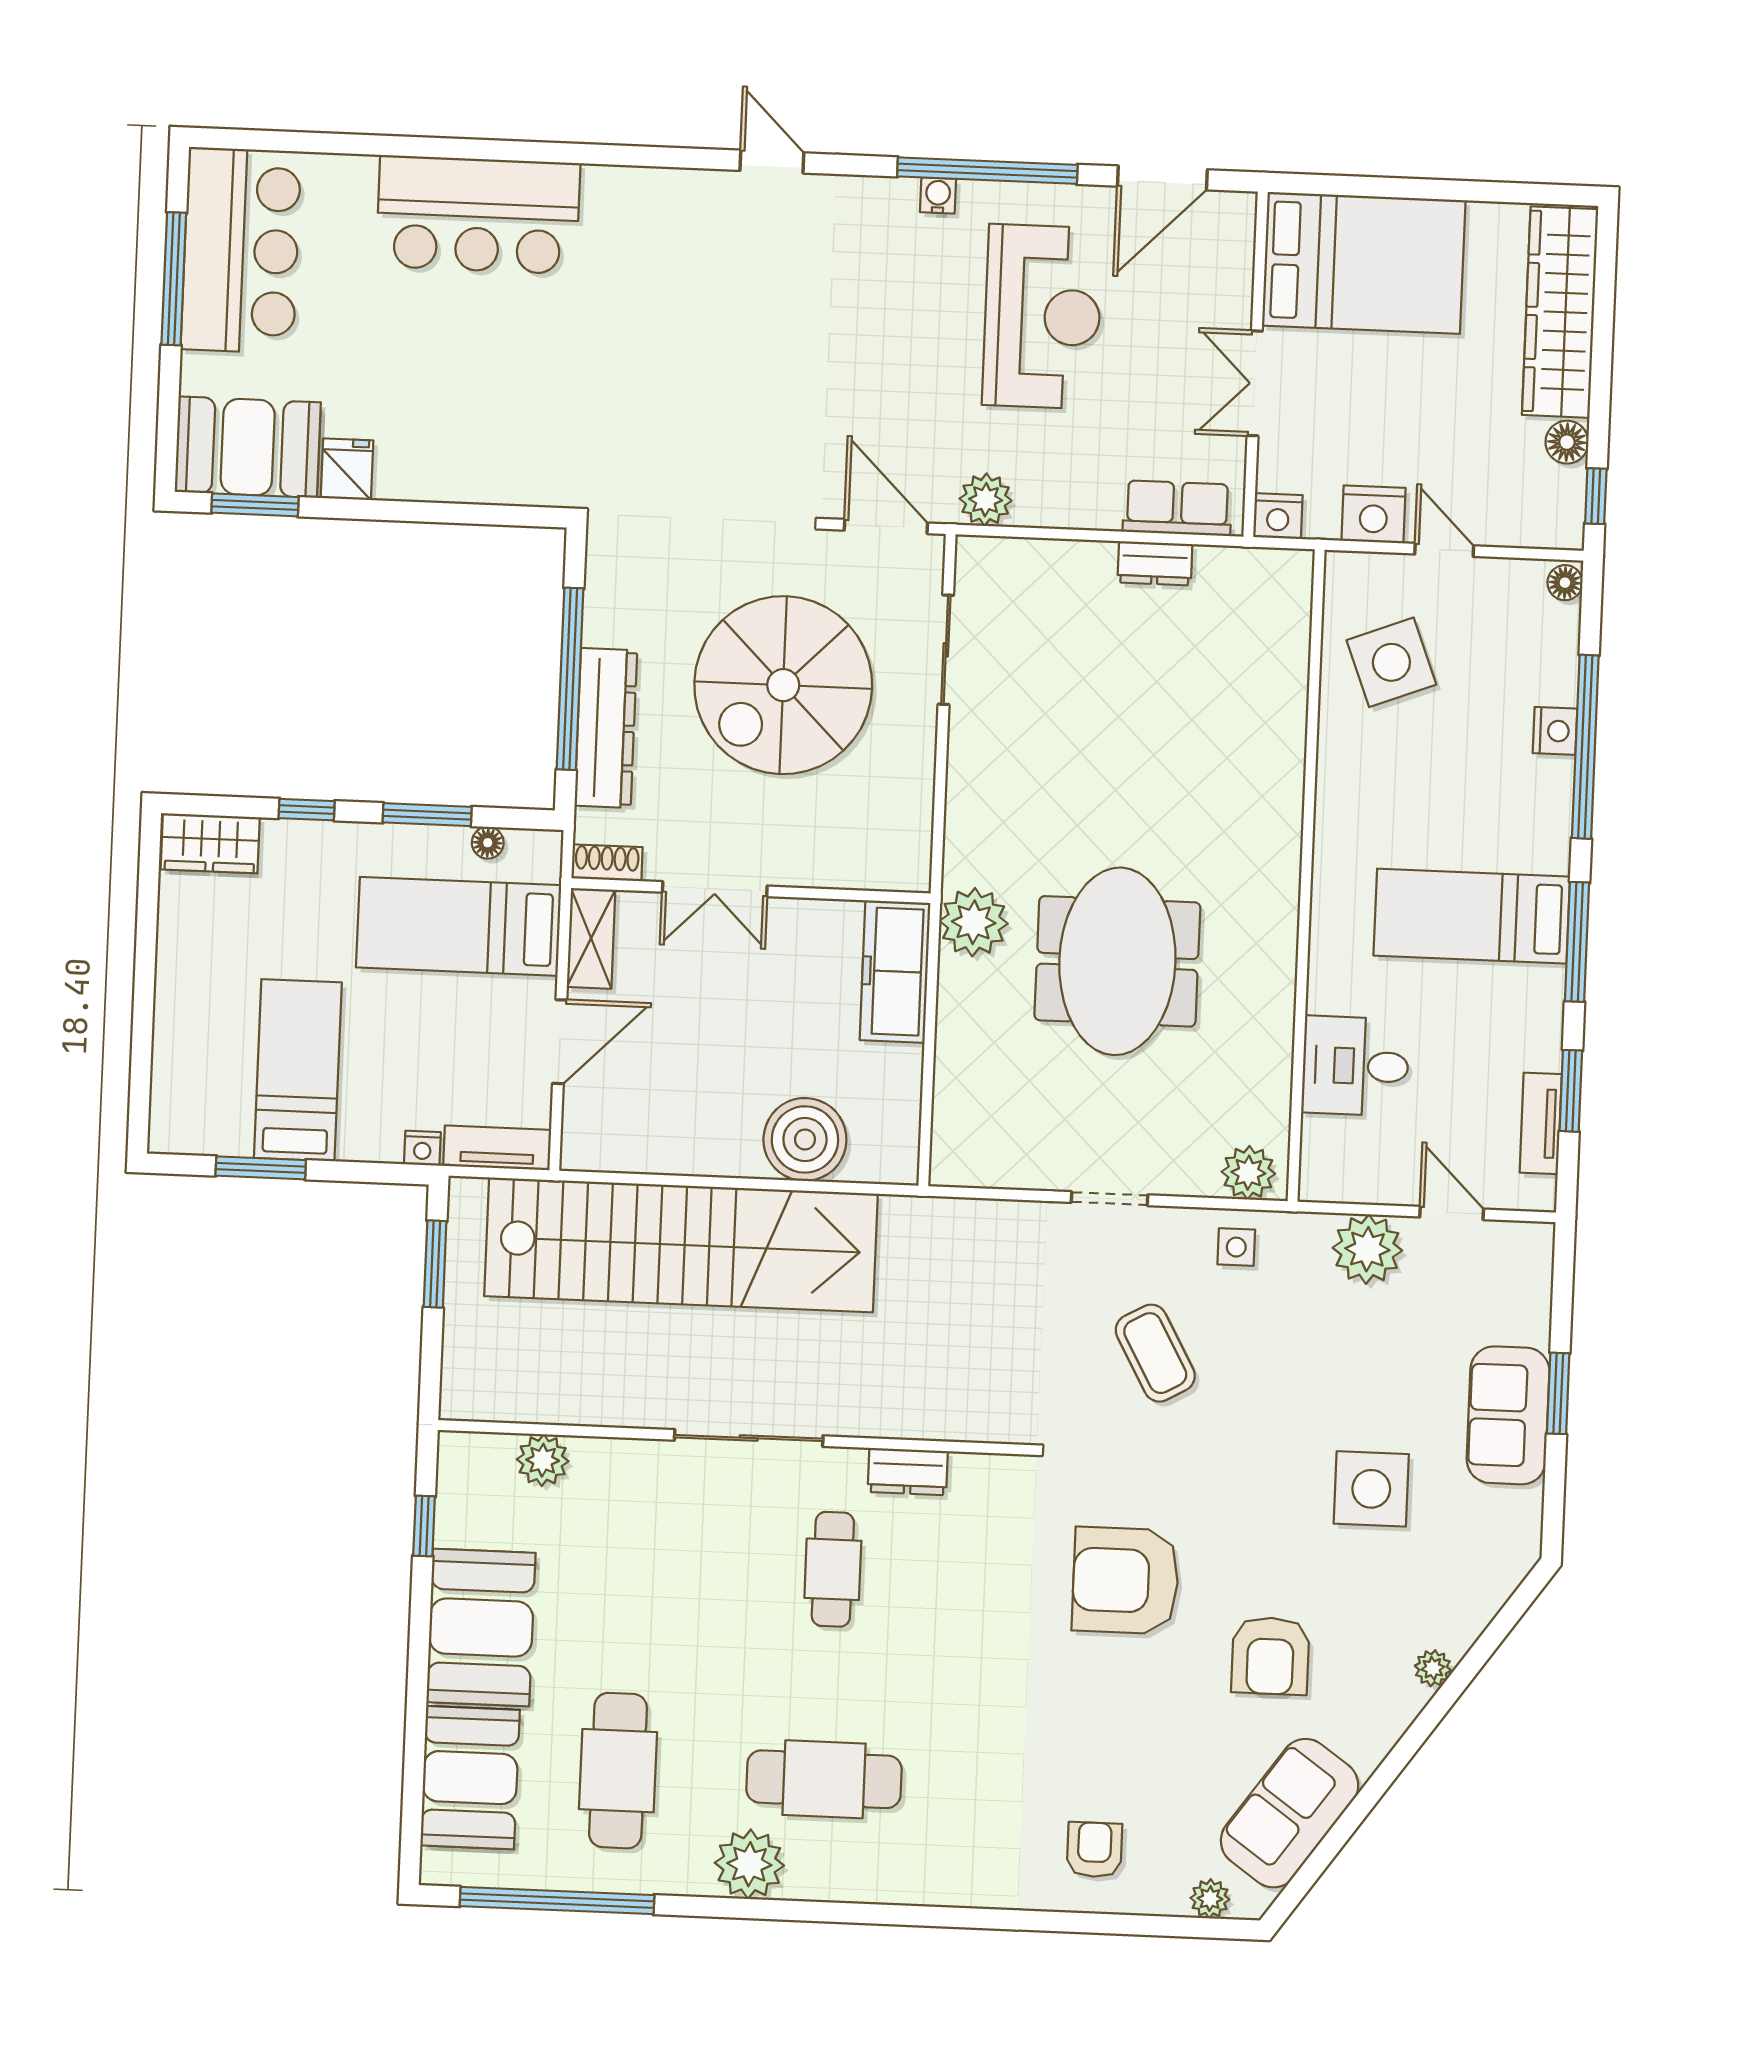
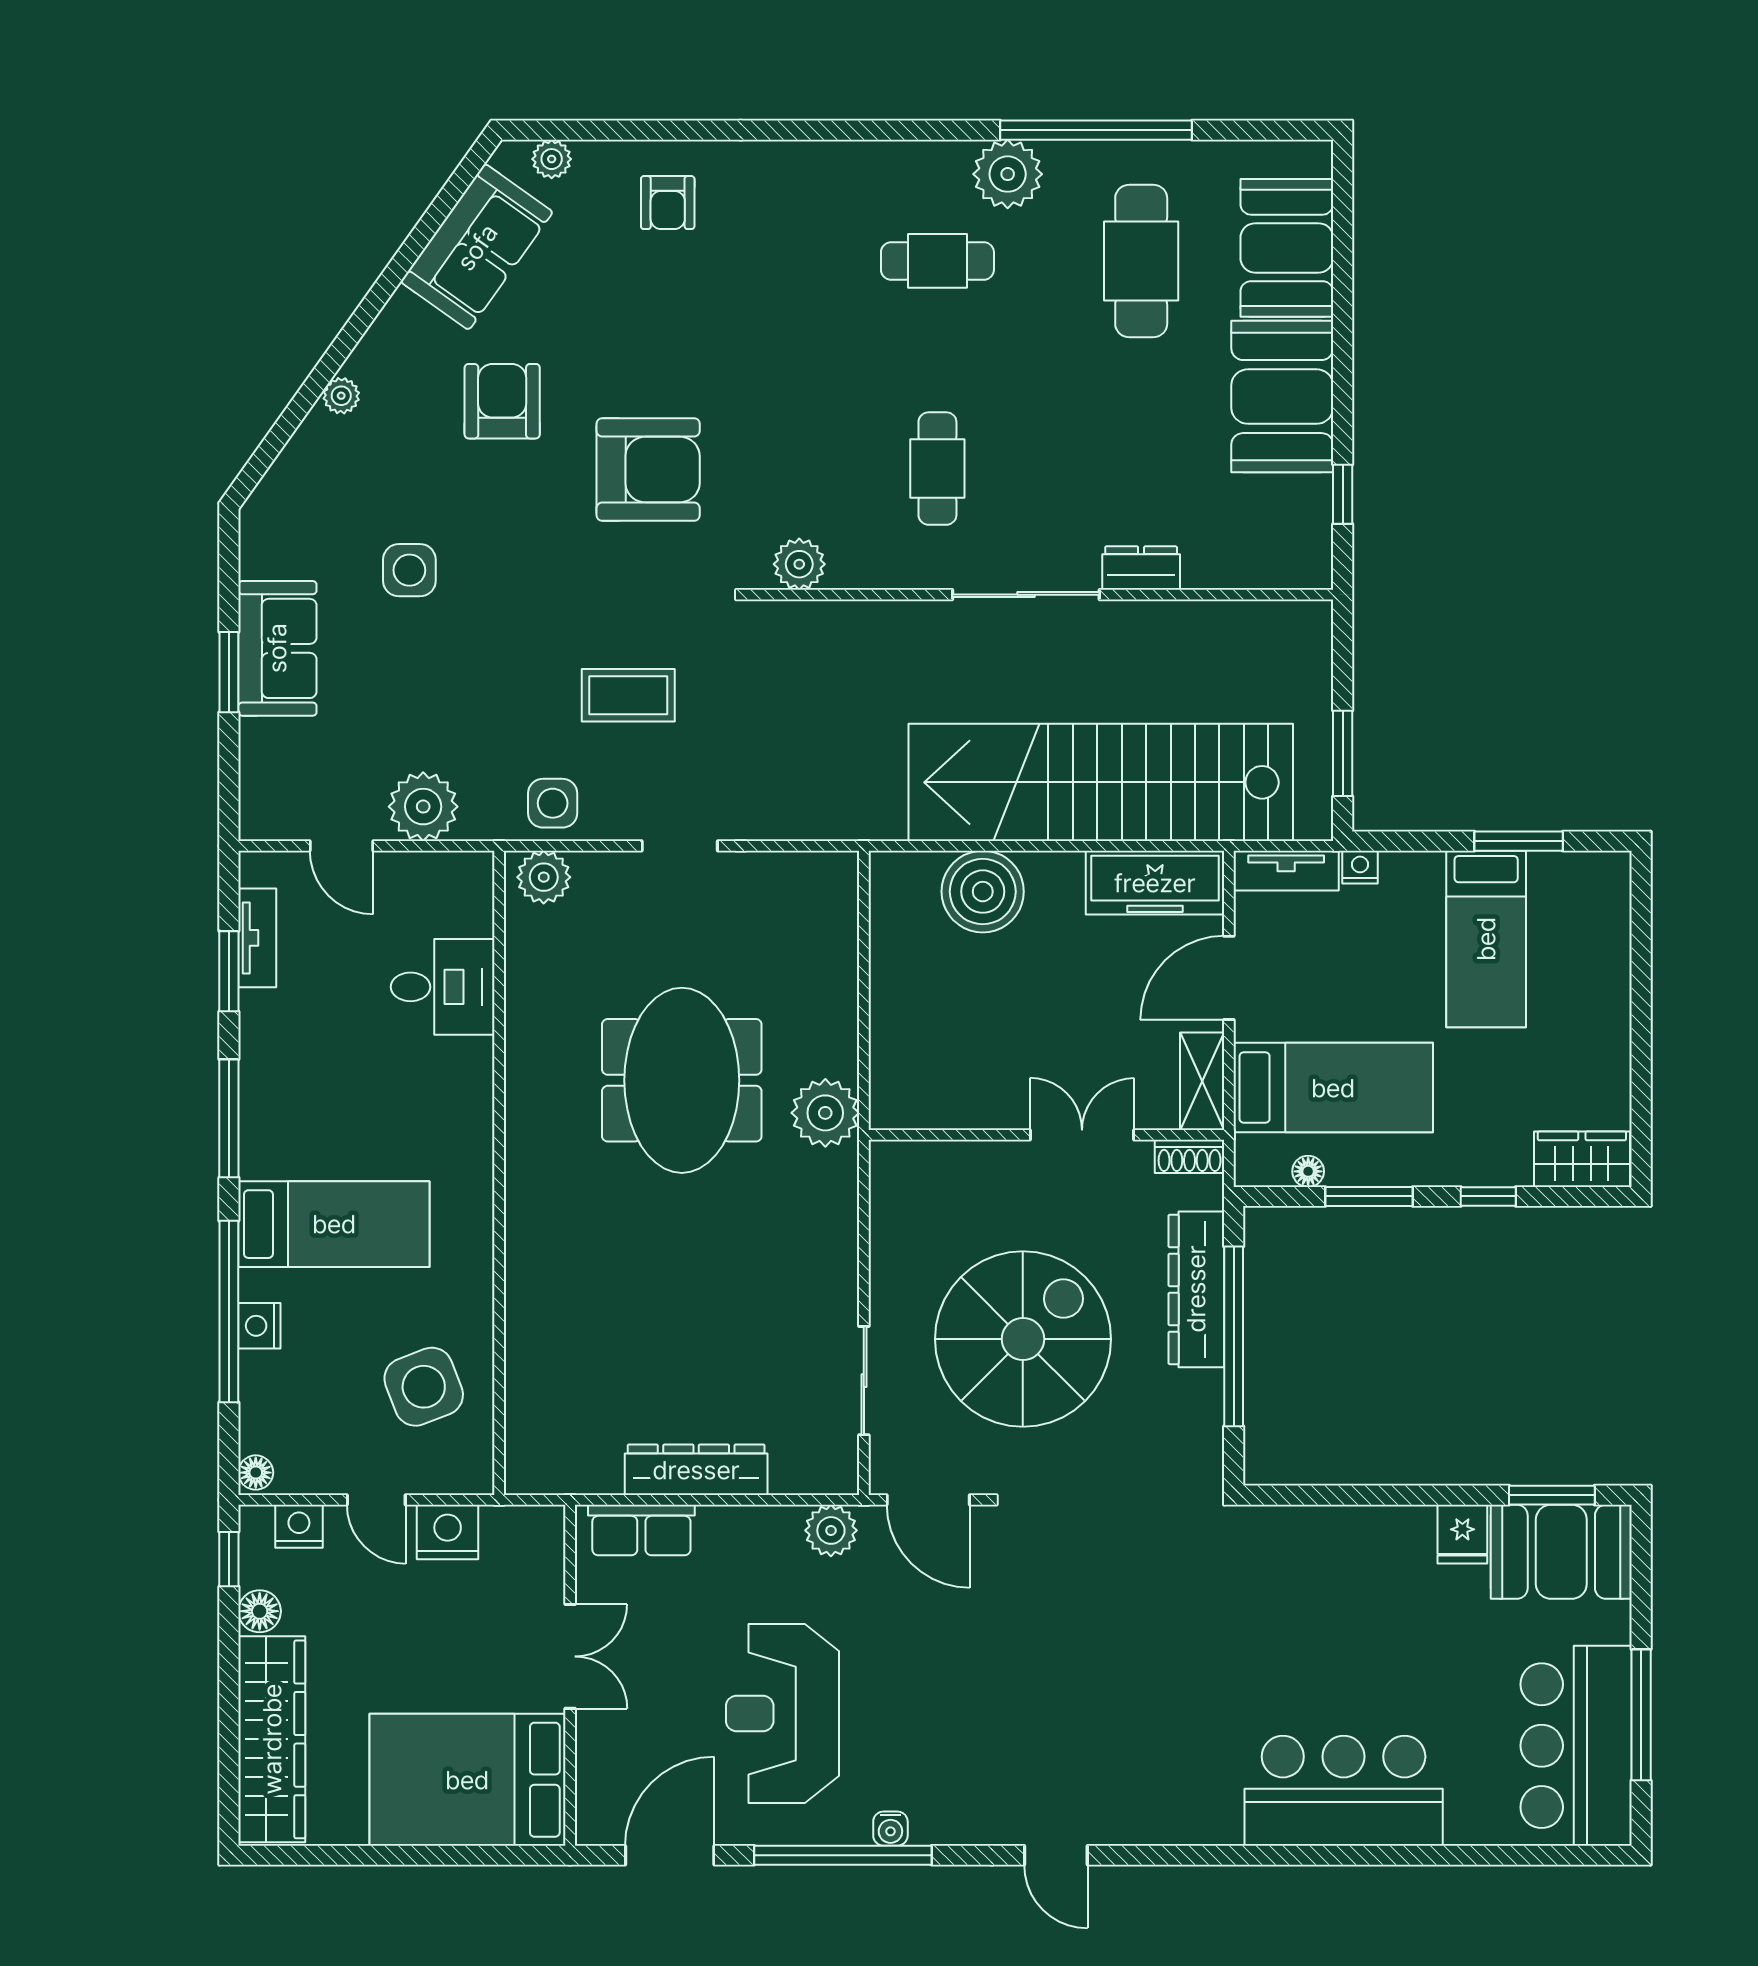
nightstand: (1278, 516) -> (299, 1526), moved
dresser: (1155, 563) -> (696, 1470), width x1.96, depth x1.24
bed: (1472, 916) -> (334, 1224), moved
freezer: (895, 972) -> (1155, 883), moved, turned 90
side table: (1236, 1247) -> (553, 803), width x1.37, depth x1.37
coffee table: (1155, 1353) -> (628, 695), turned -61
plant: (543, 1460) -> (799, 564), moved
dresser: (908, 1472) -> (1141, 568), moved
side table: (1371, 1489) -> (409, 570), width x0.73, depth x0.73
cafe table: (824, 1779) -> (937, 261), width x0.73, depth x0.74
window: (557, 1901) -> (1096, 130), moved

